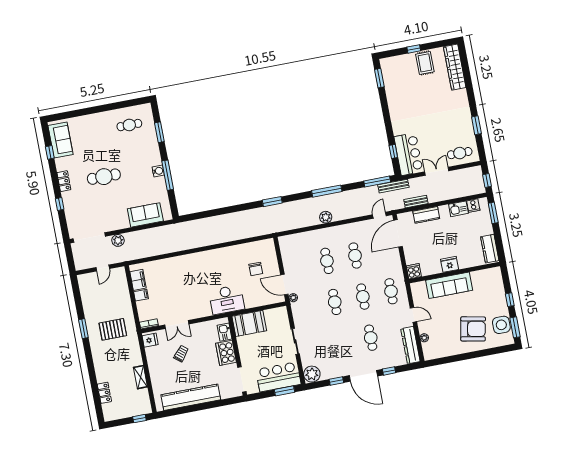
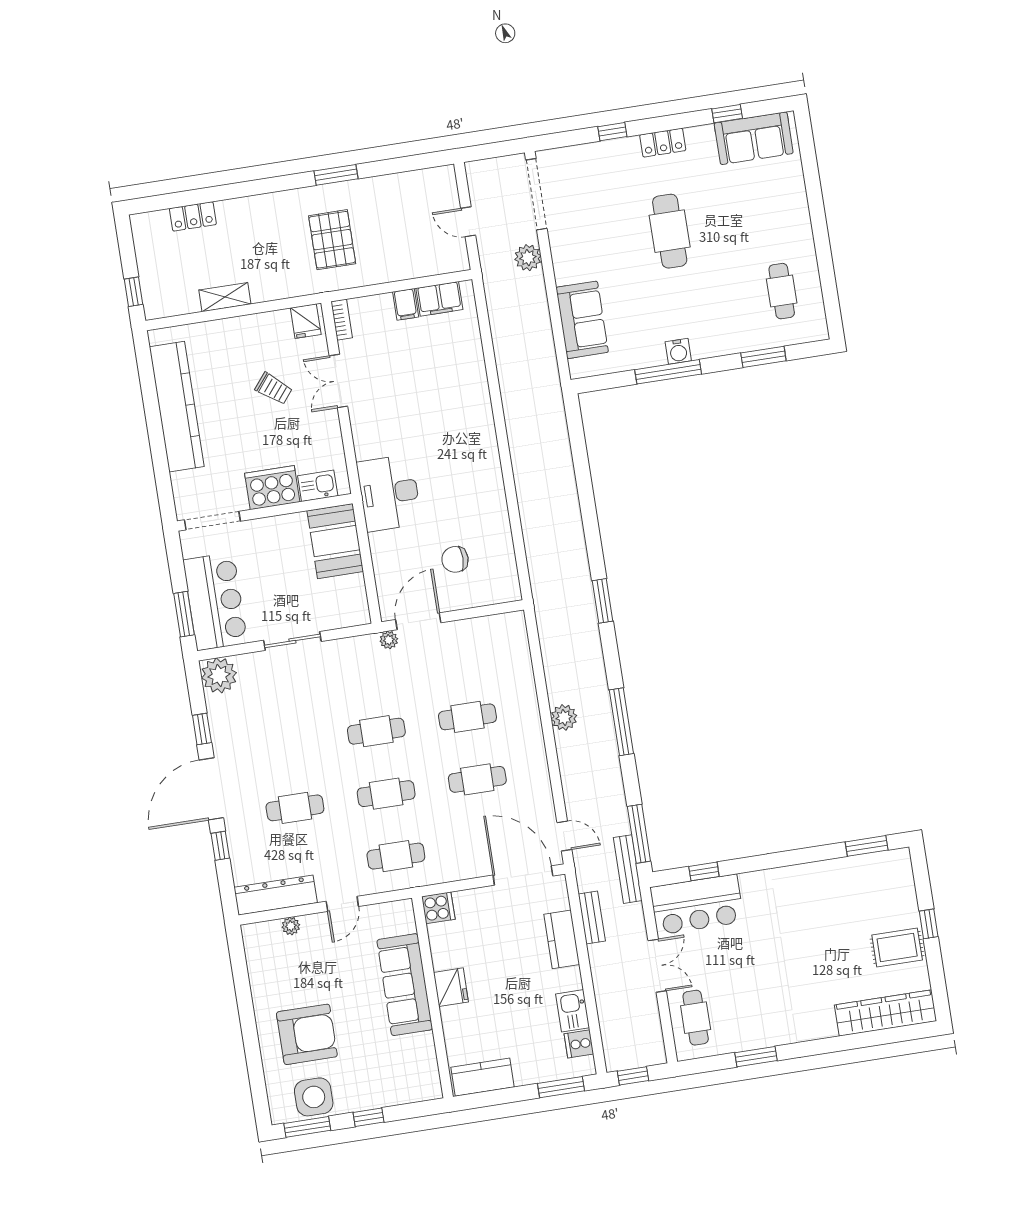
armchair: (473, 329) -> (307, 1034), turned -101

